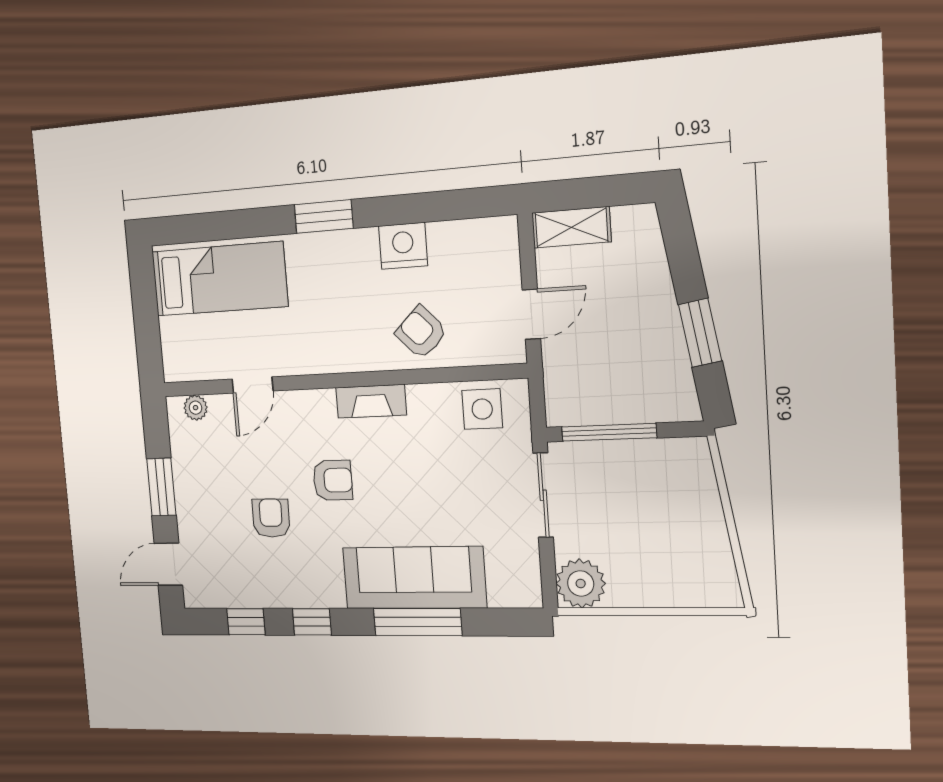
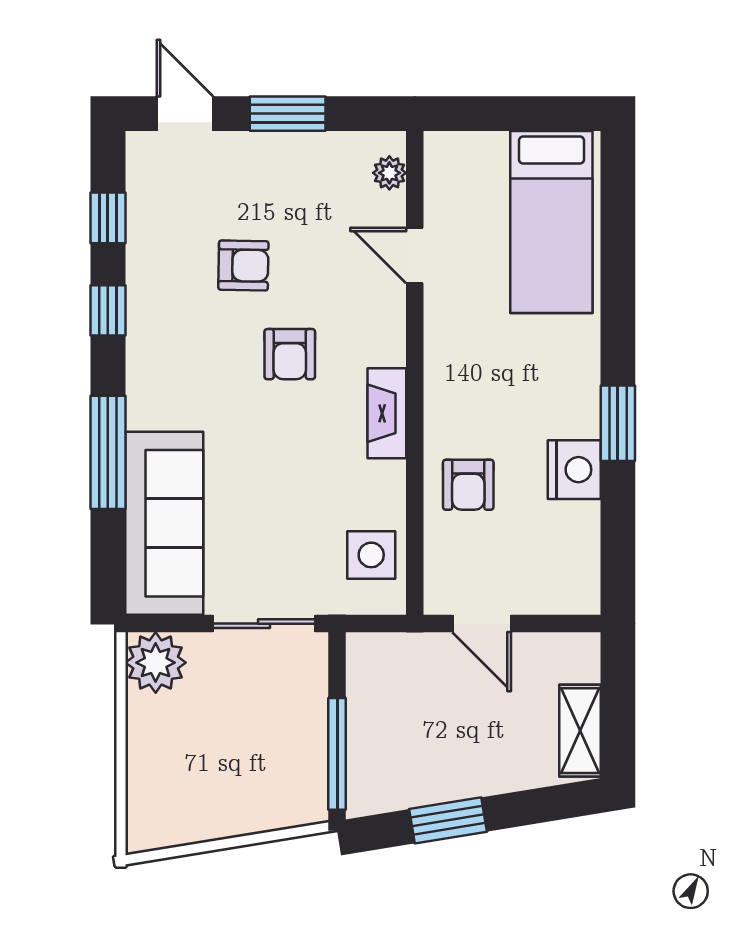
window: (324, 217) -> (618, 423), moved
shelving: (571, 227) -> (580, 731), moved
armchair: (421, 332) -> (468, 485), turned 134
window: (609, 432) -> (337, 754), moved
sofa: (414, 578) -> (164, 523), moved

